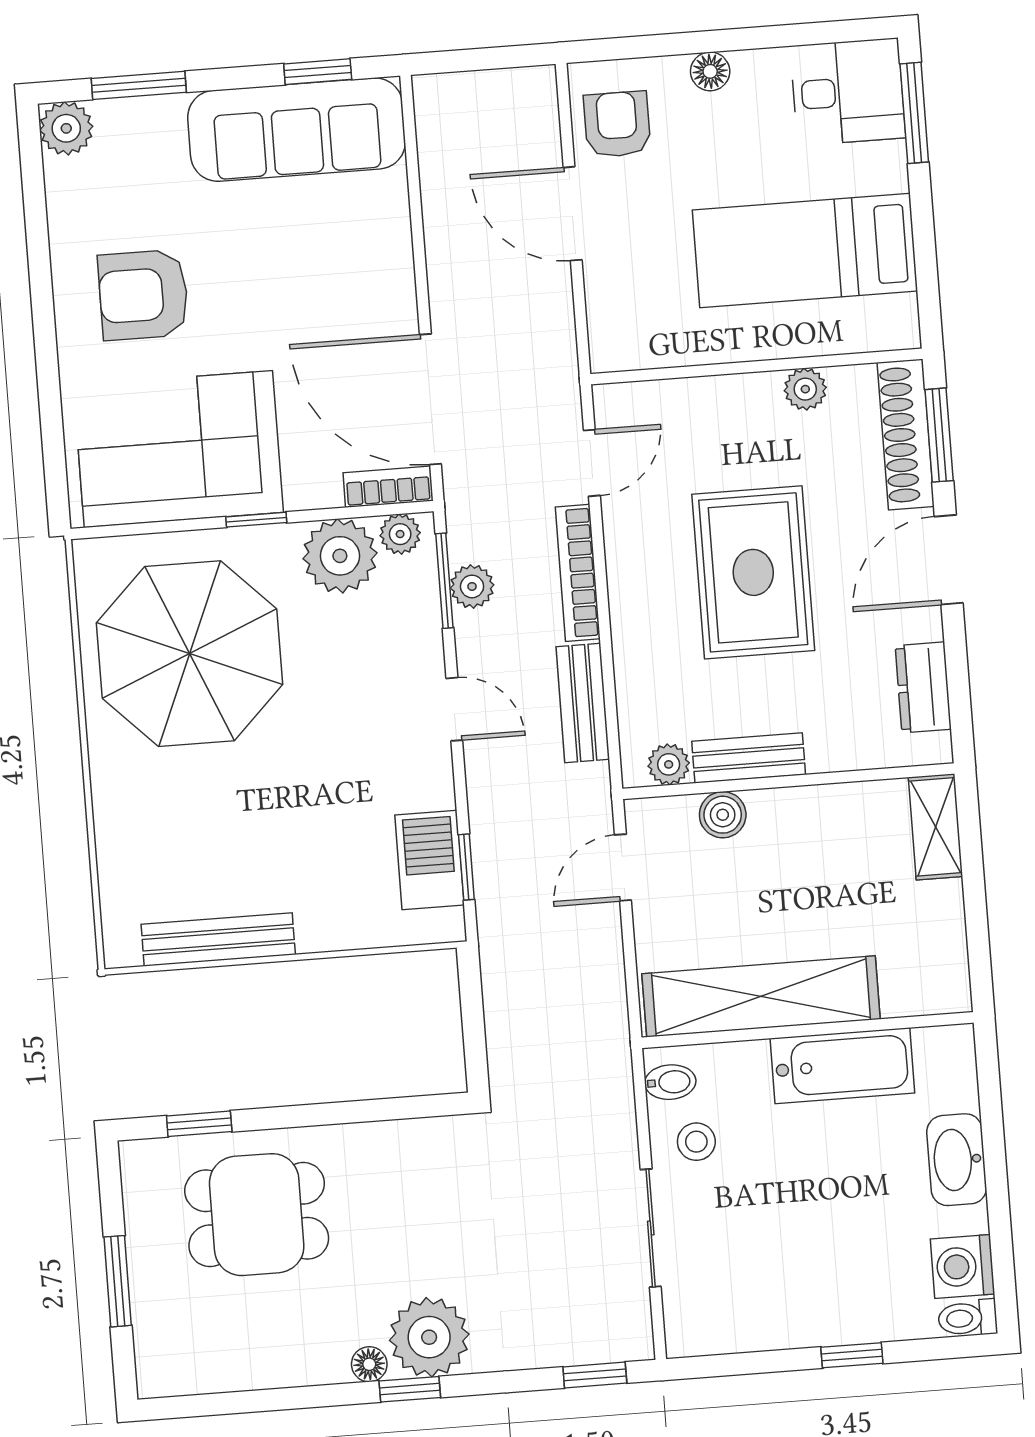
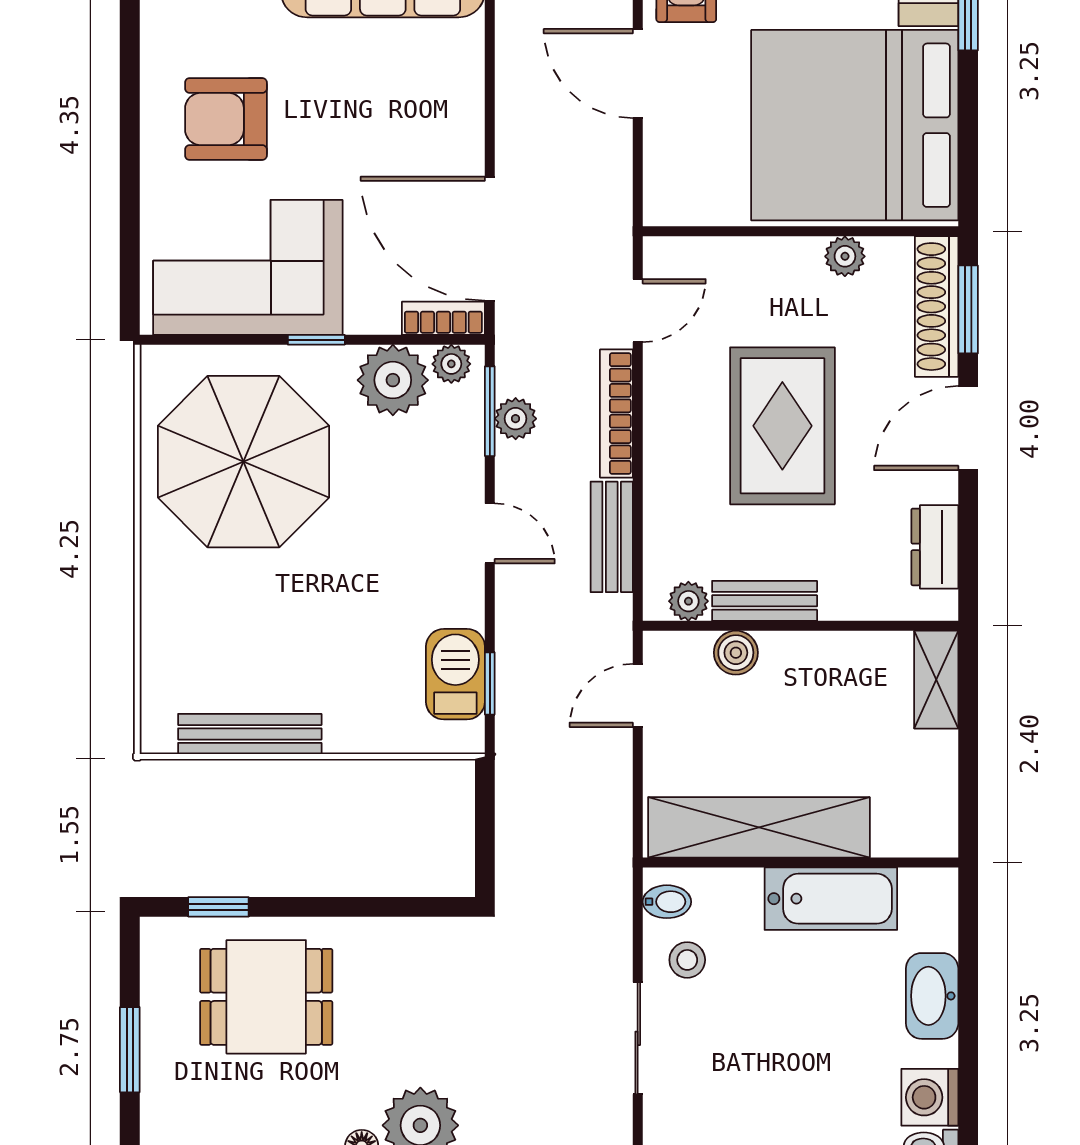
bed: (805, 251) -> (855, 125), width x2.04

